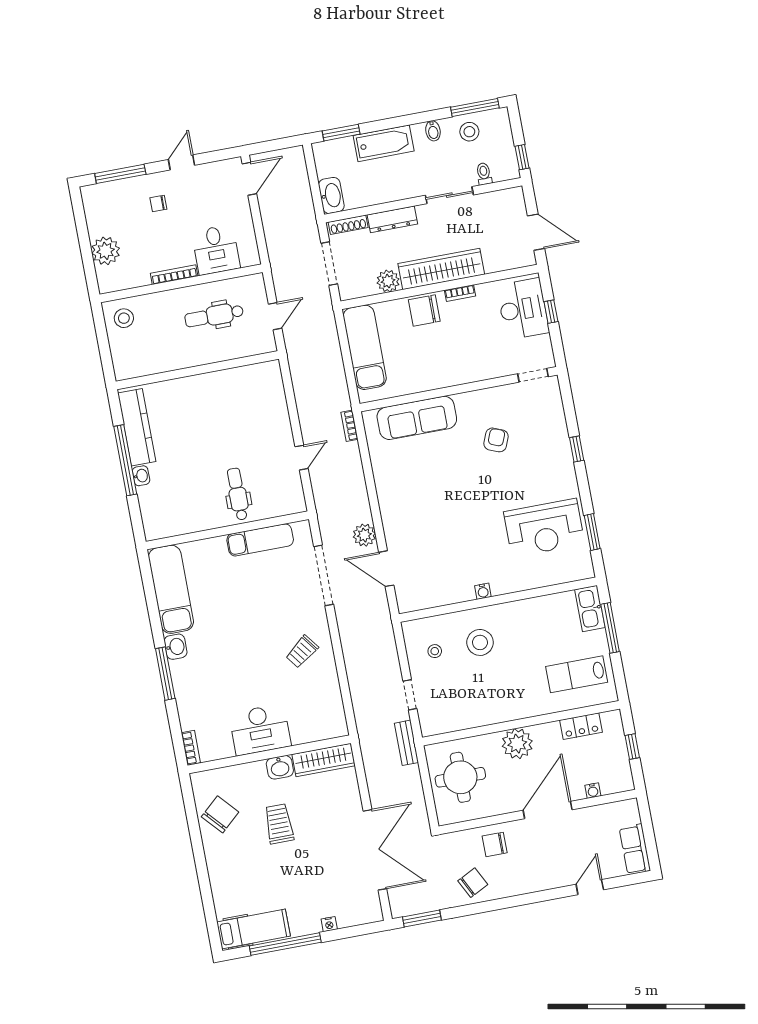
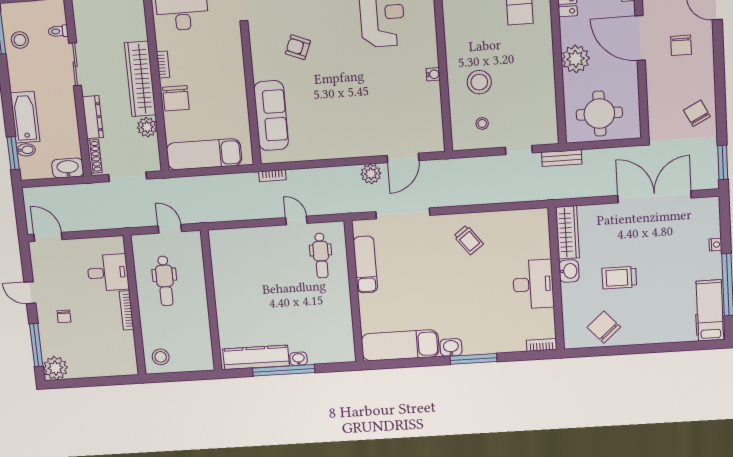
bidet: (433, 131) -> (26, 150), moved
plant: (106, 251) -> (55, 368), moved
dental chair: (238, 494) -> (321, 256), moved, turned -90
chair: (495, 844) -> (681, 45), moved

